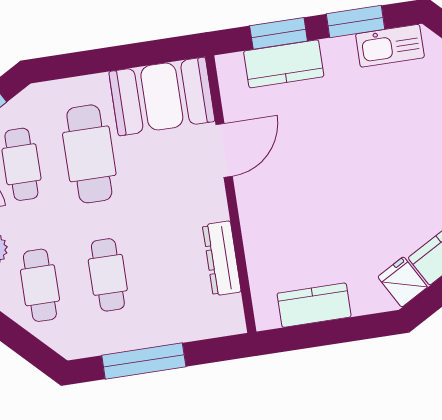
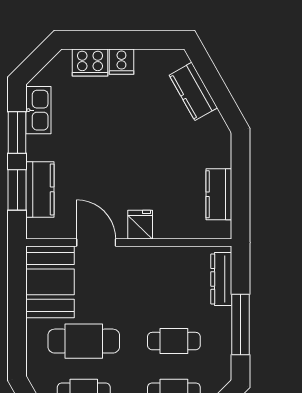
dresser: (222, 258) -> (221, 279), moved, turned 90
fridge: (403, 282) -> (140, 225), moved, turned 119

